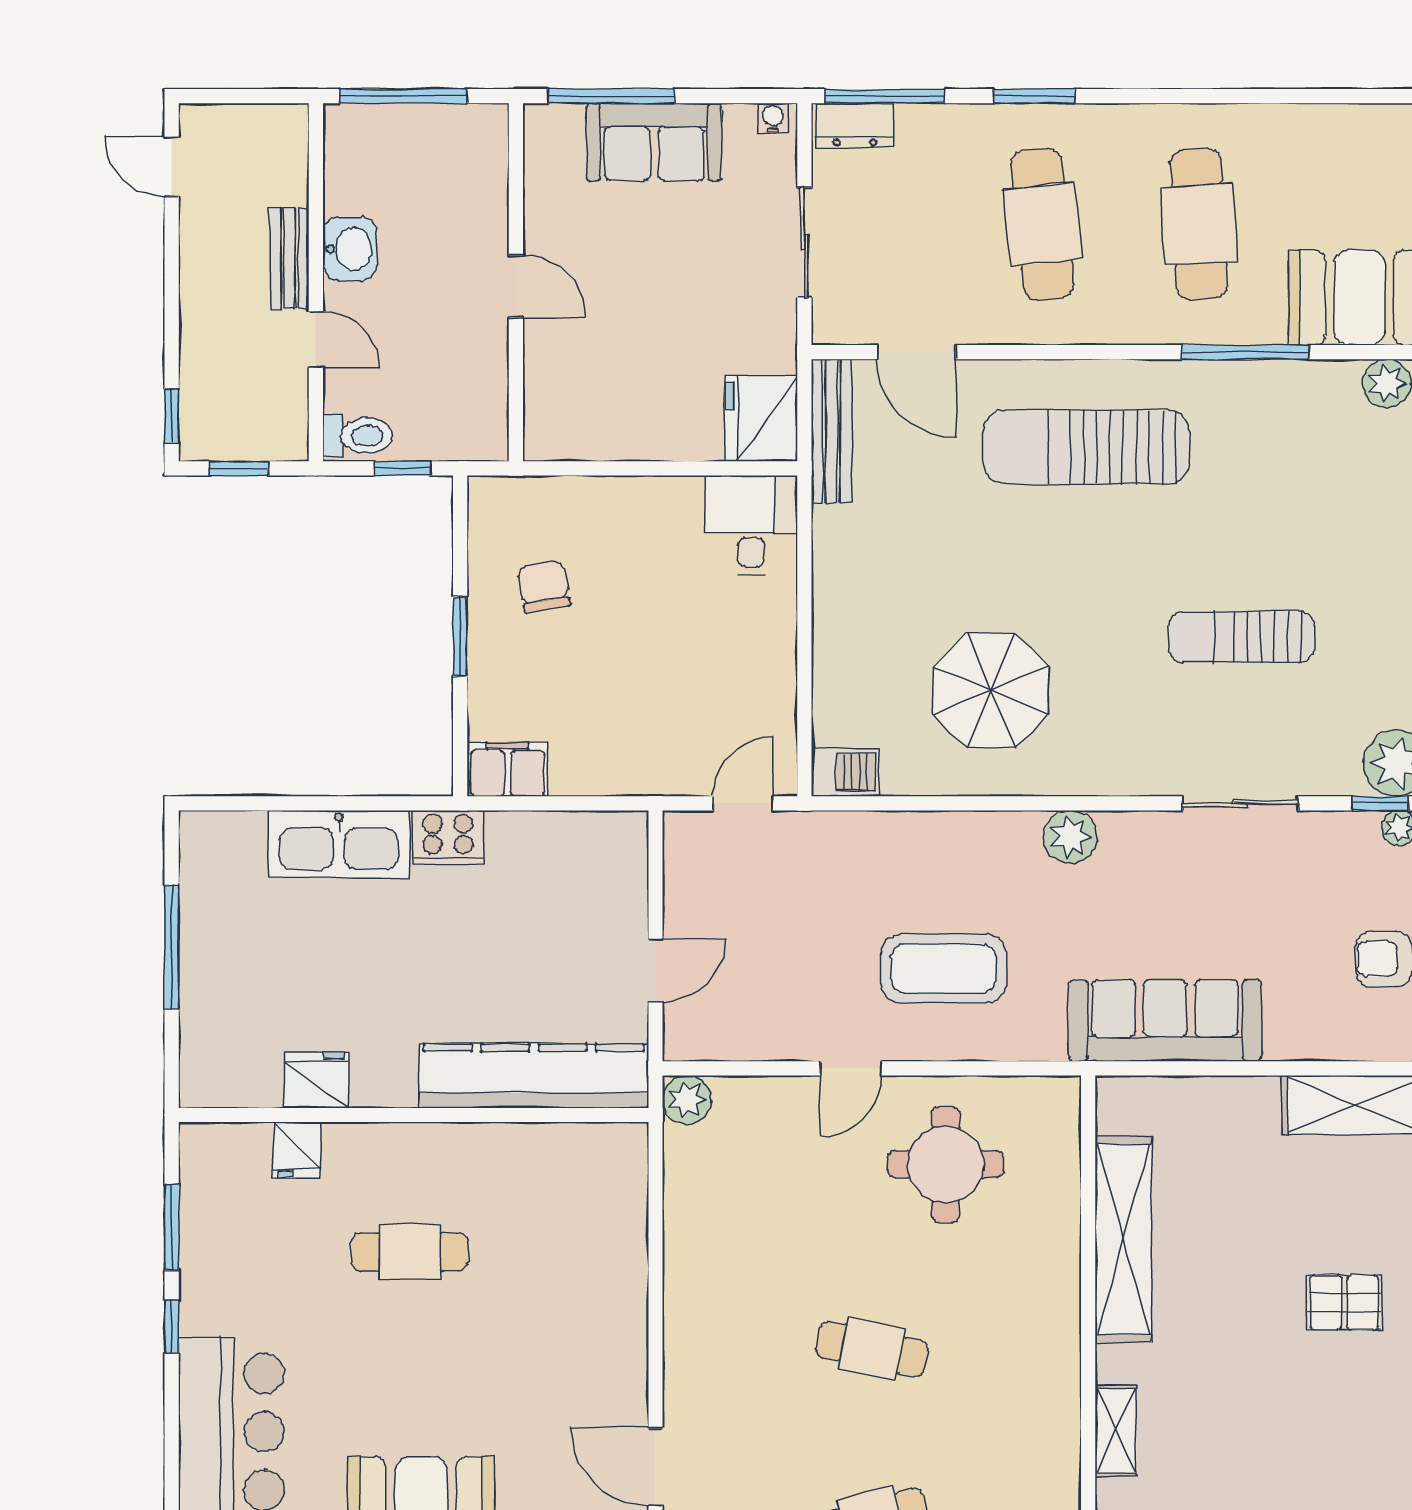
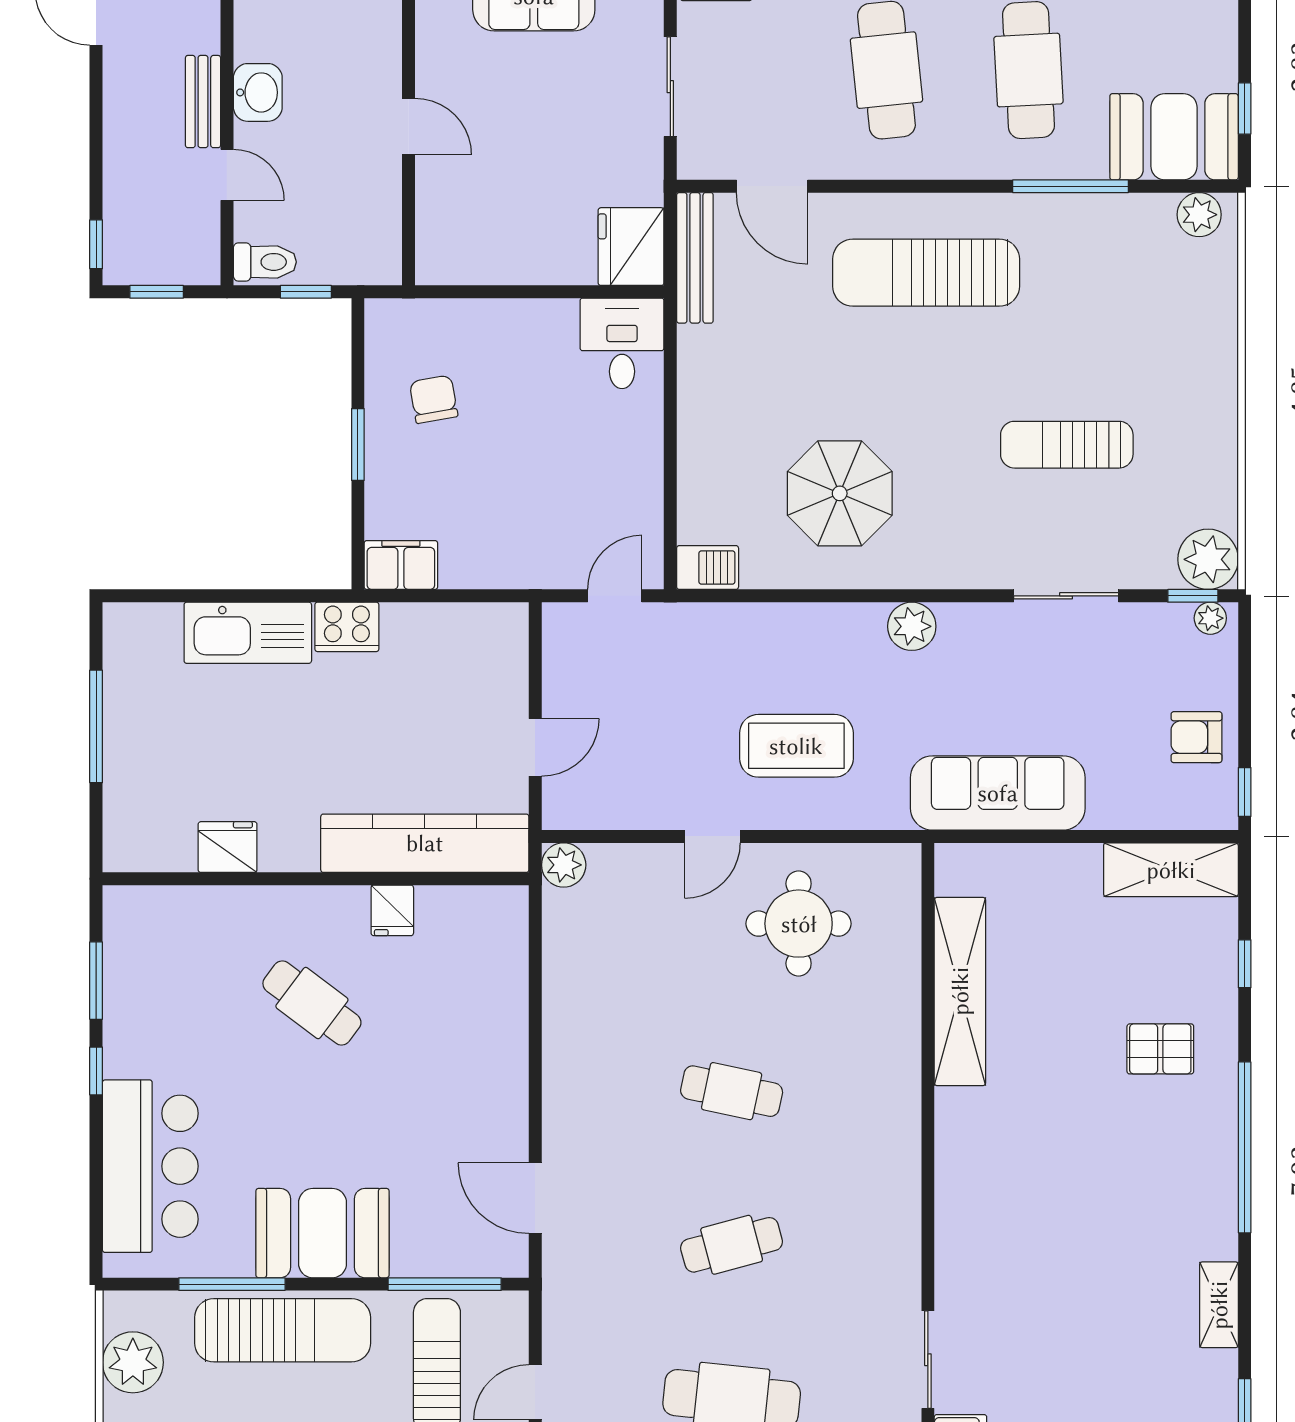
fridge: (297, 1150) -> (392, 910), moved
cafe table: (410, 1252) -> (312, 1003), turned 37
shelving: (1116, 1431) -> (953, 1165), removed

